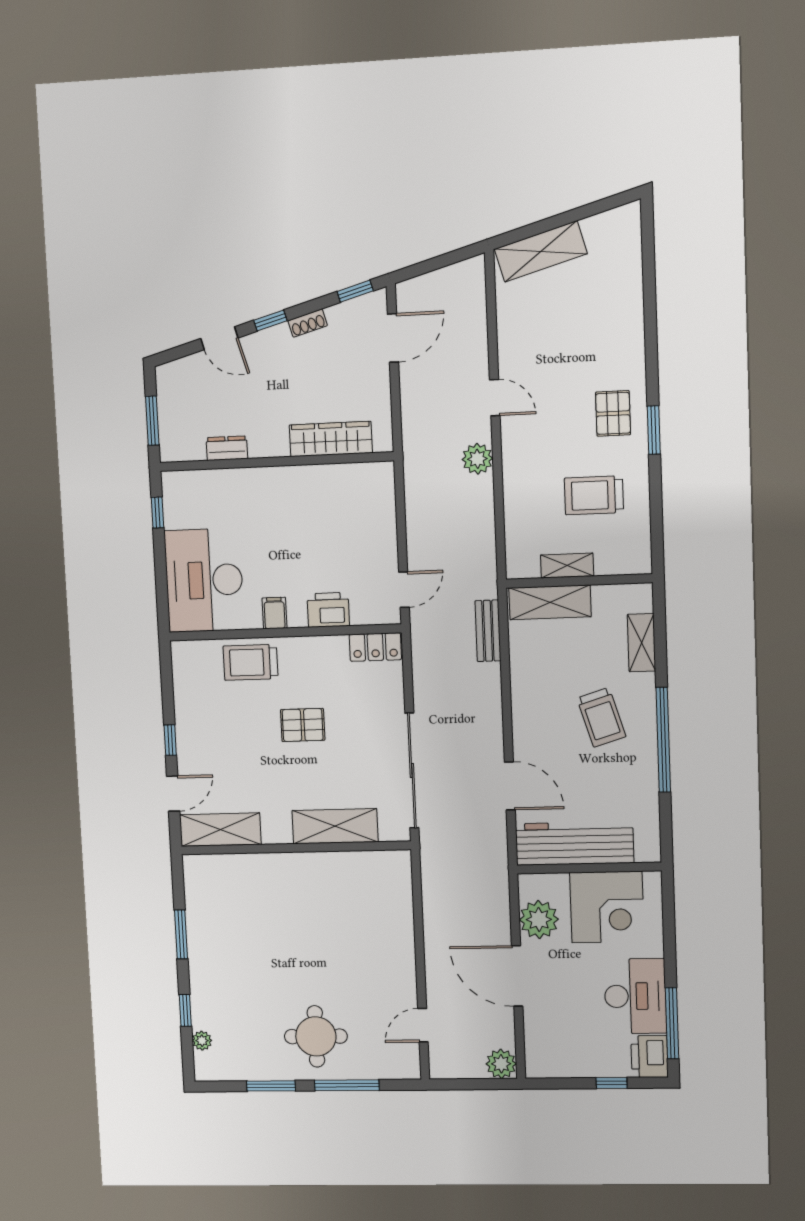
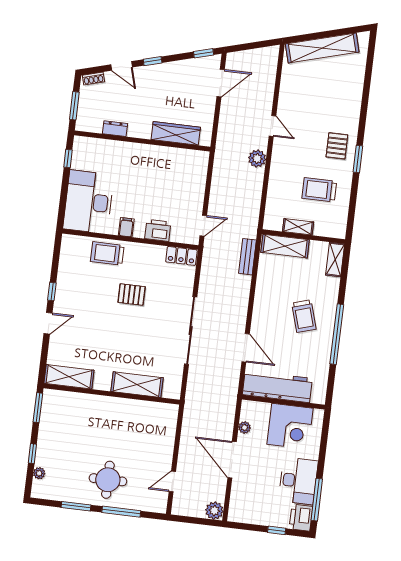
shelving: (541, 251) -> (322, 48), width x1.47
shoe rack: (308, 323) -> (93, 79), moved
shelving: (641, 643) -> (335, 259), moved
shelving: (335, 826) -> (137, 385), moved
shelving: (220, 830) -> (69, 377), moved
wall: (296, 848) -> (112, 394), moved
plant: (539, 920) -> (245, 427), width x0.53, depth x0.53

